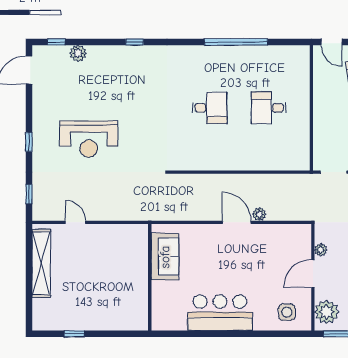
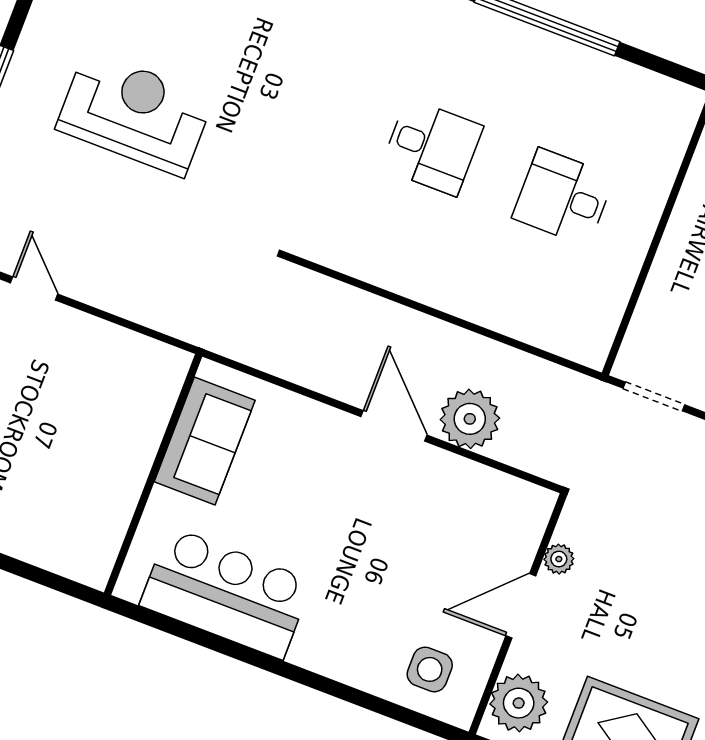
reception desk: (89, 139) -> (135, 113), turned 180
plant: (259, 214) -> (470, 419), width x1.88, depth x1.88
bar counter: (220, 313) -> (226, 593), moved

